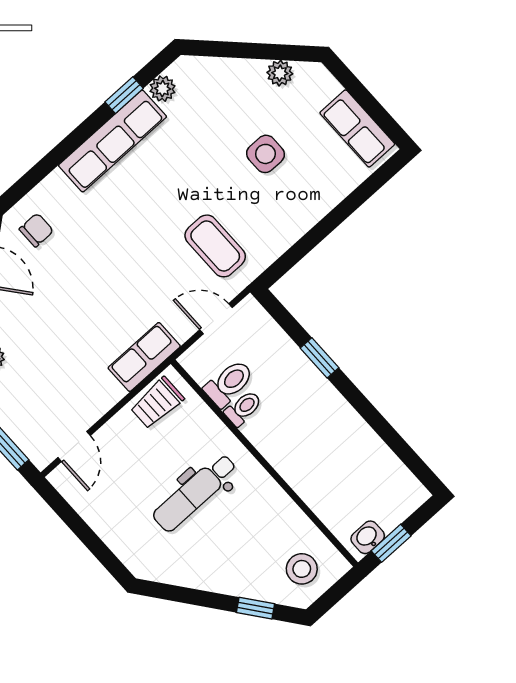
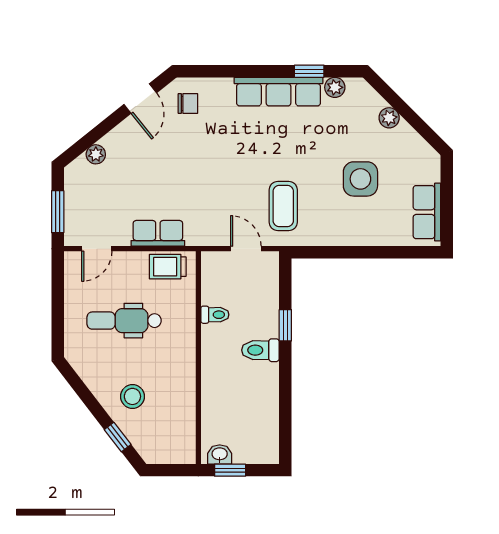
plant: (280, 73) -> (389, 118), moved
side table: (265, 154) -> (360, 179), width x1.37, depth x1.37
row of seats: (144, 357) -> (158, 233), moved
toilet: (229, 383) -> (260, 350), moved, turned 180
dental chair: (195, 493) -> (124, 321), moved
stool: (302, 569) -> (132, 396), moved

